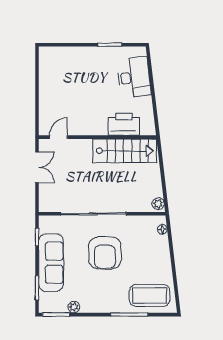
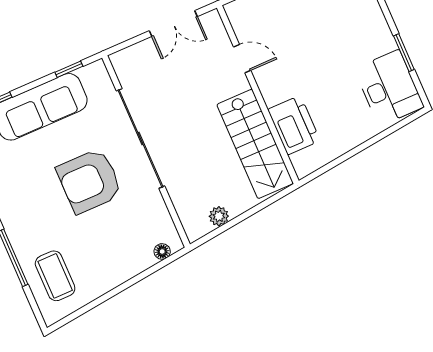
desk: (134, 77) -> (389, 88), moved, turned -83
door: (58, 137) -> (242, 59), moved
plant: (158, 204) -> (219, 216), moved
coffee table: (150, 295) -> (55, 276), width x0.73, depth x0.76

